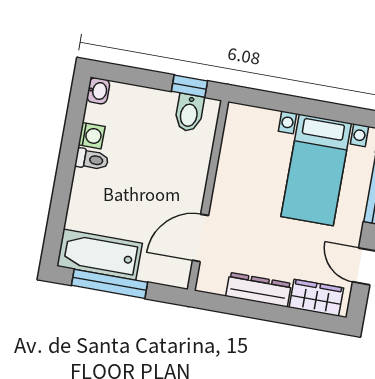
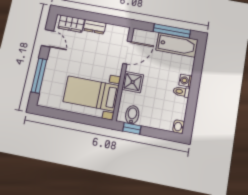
washing machine: (92, 136) -> (185, 81), moved
bed with nightstands: (316, 170) -> (91, 94), moved, turned -90
shower: (189, 178) -> (133, 82), added
dresser: (258, 290) -> (95, 27), width x0.70

